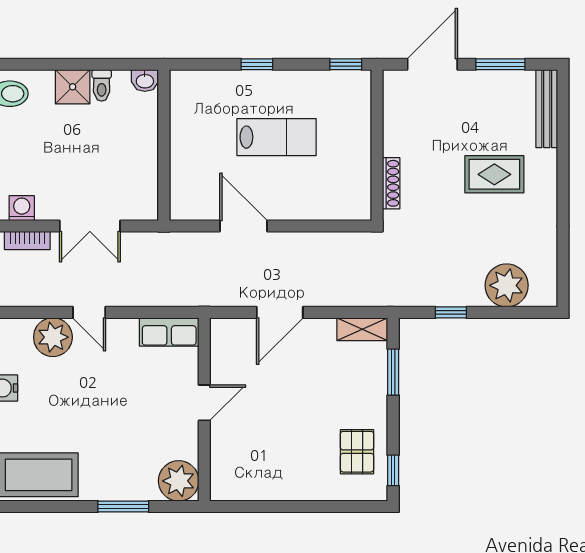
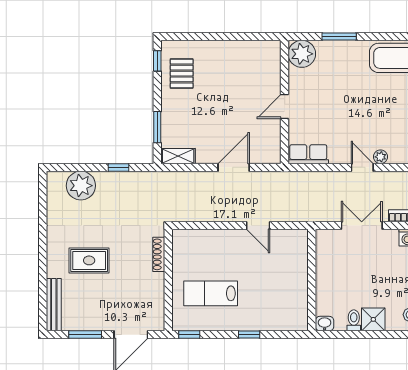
lab bench: (277, 137) -> (211, 293), moved
door: (244, 226) -> (258, 226), width x0.73
plant: (53, 337) -> (380, 157), width x0.53, depth x0.53

